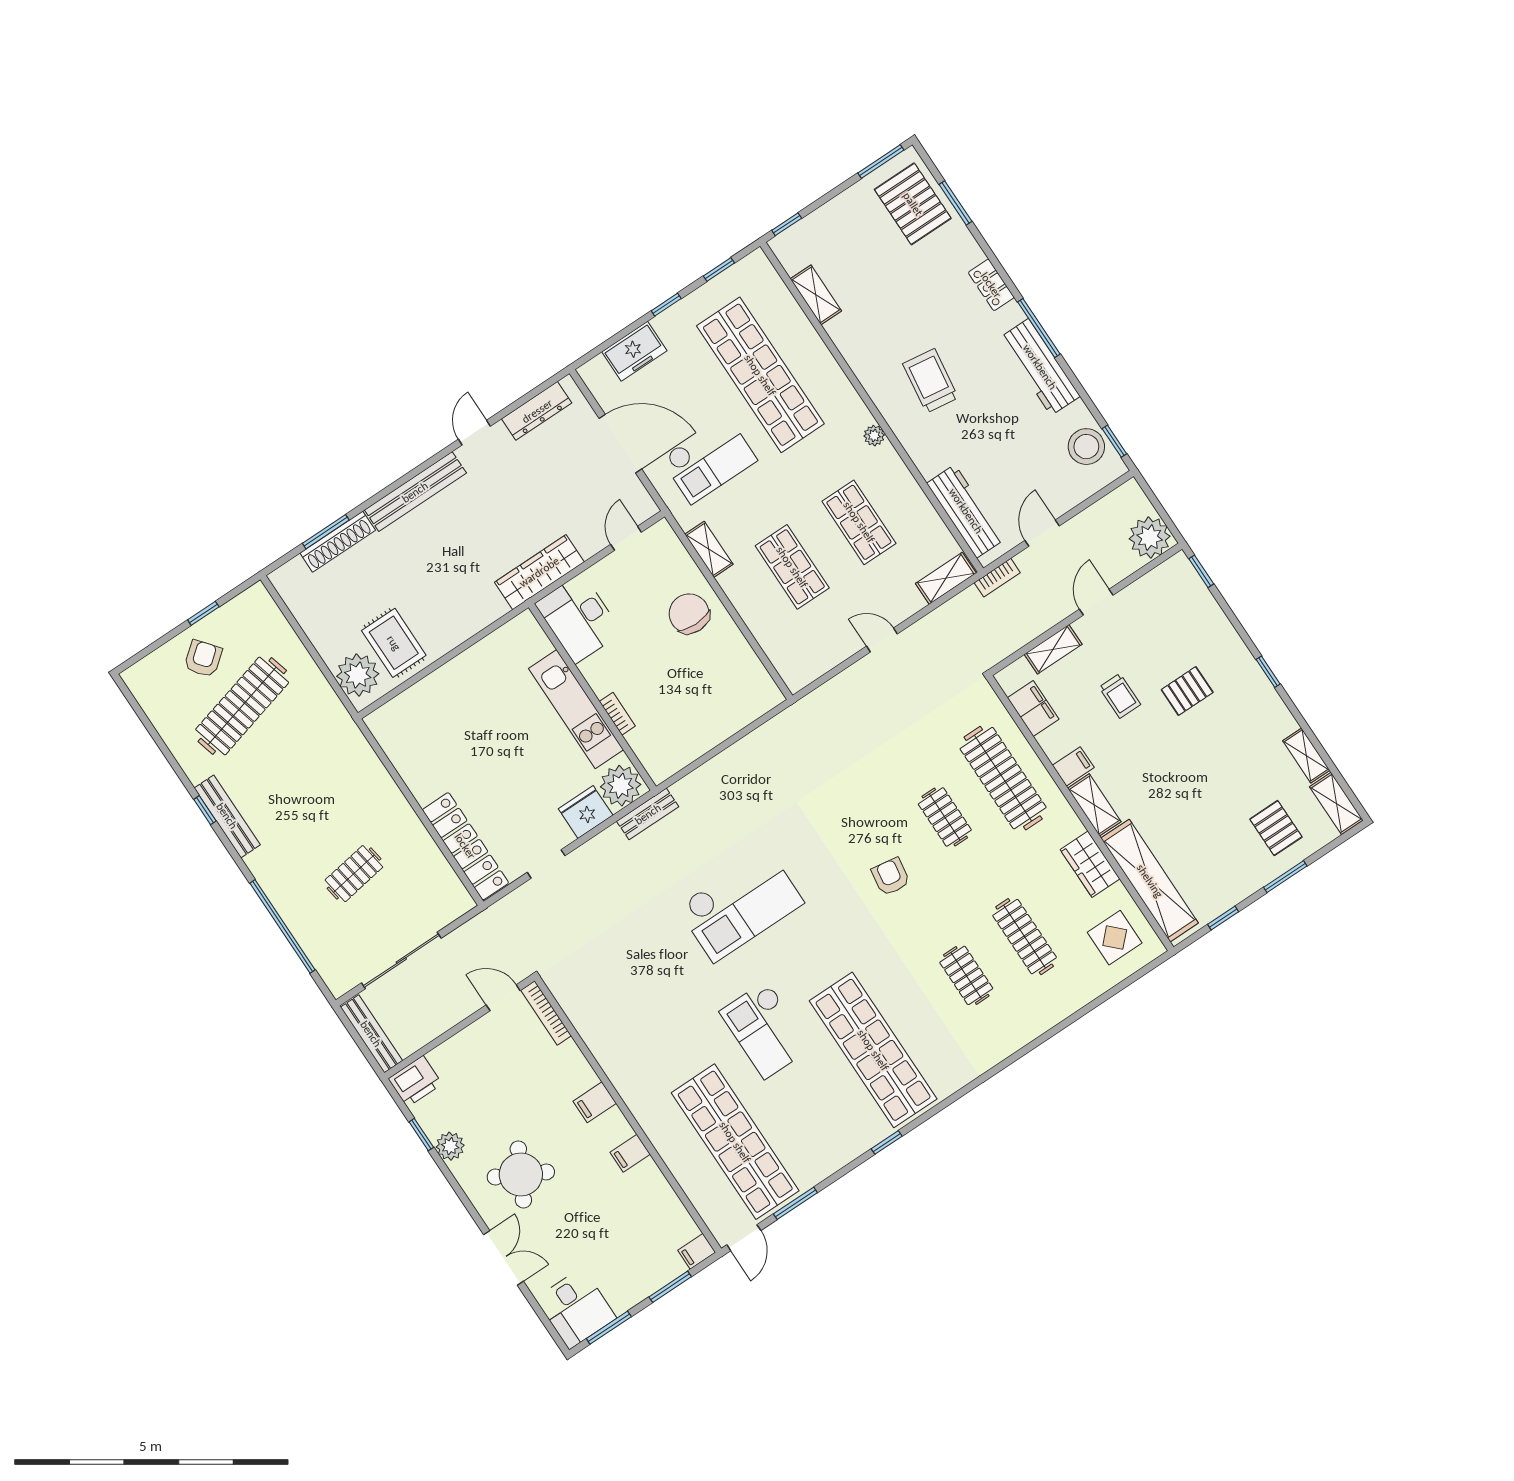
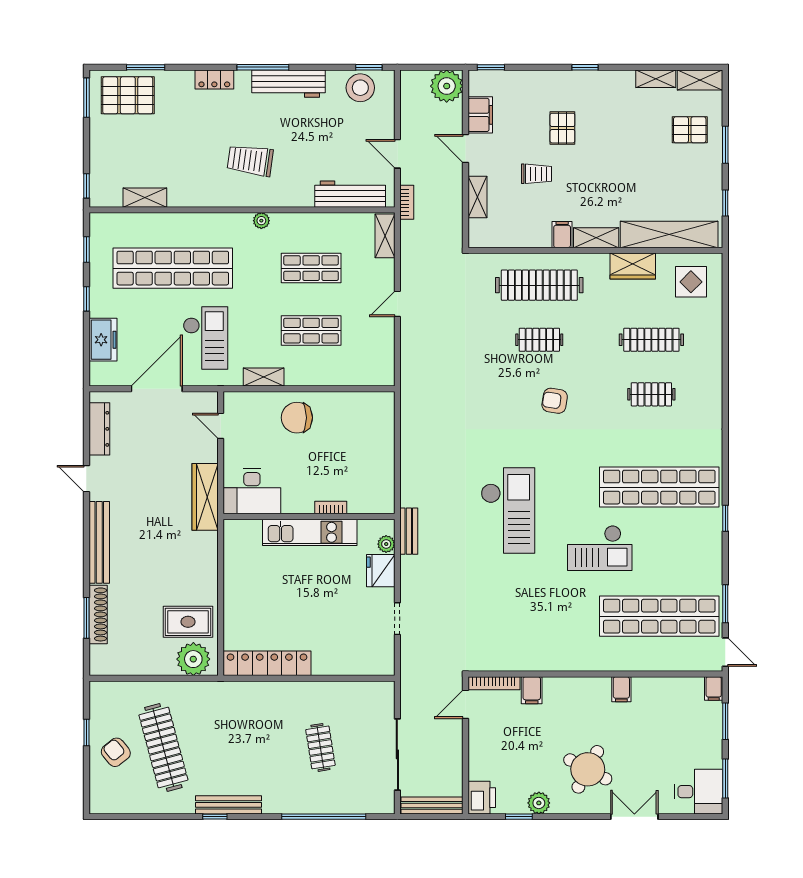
filing cabinet: (1033, 708) -> (480, 115), moved, turned 90
plant: (621, 786) -> (386, 544), width x0.53, depth x0.53
locker: (465, 846) -> (267, 663), moved
filing cabinet: (595, 1102) -> (532, 690), moved

